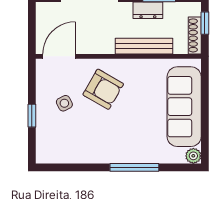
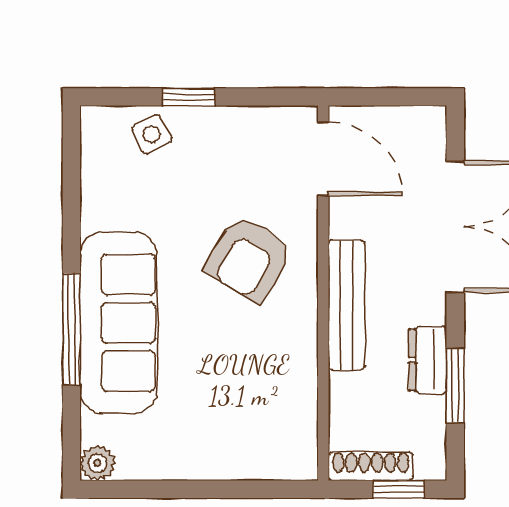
bench: (144, 46) -> (347, 305), moved
side table: (64, 103) -> (152, 134), moved
sofa: (184, 107) -> (118, 323), moved, turned 90

